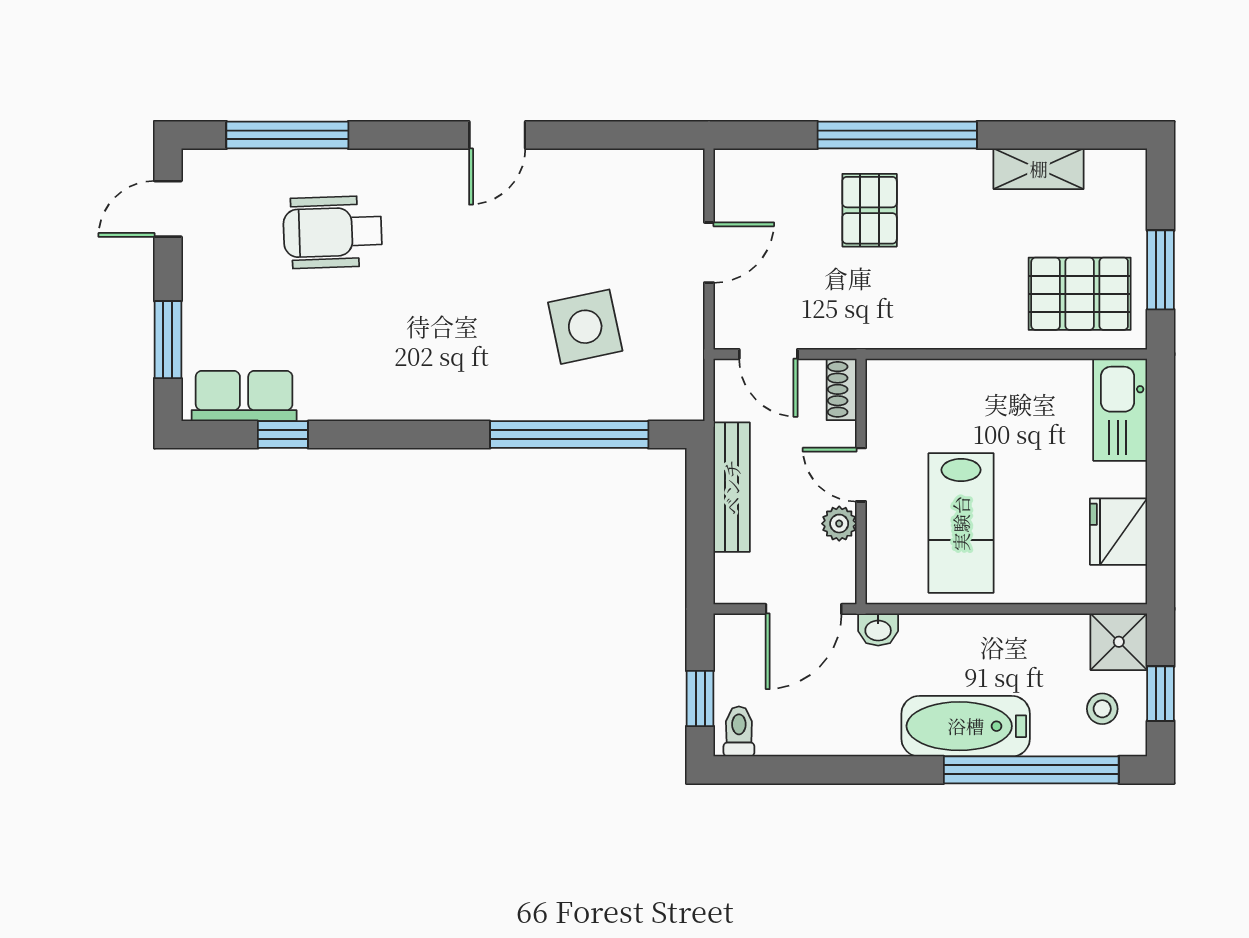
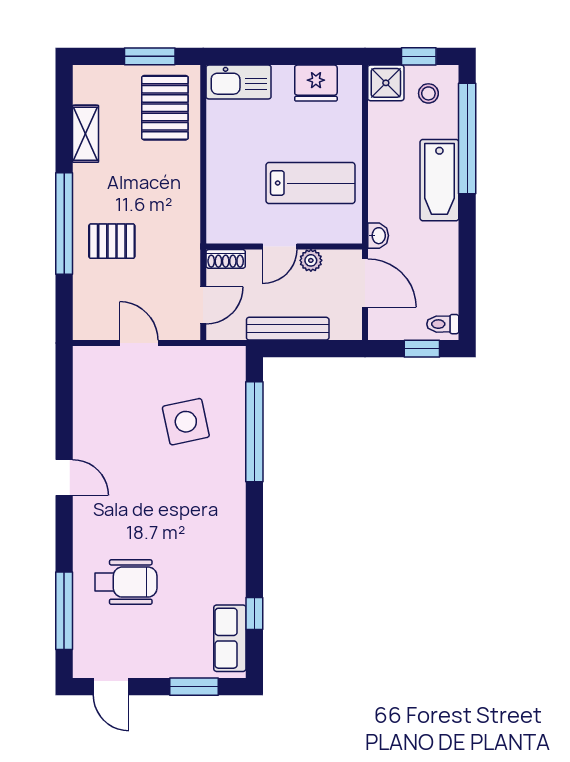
wheelchair: (333, 232) -> (126, 582), turned -88

